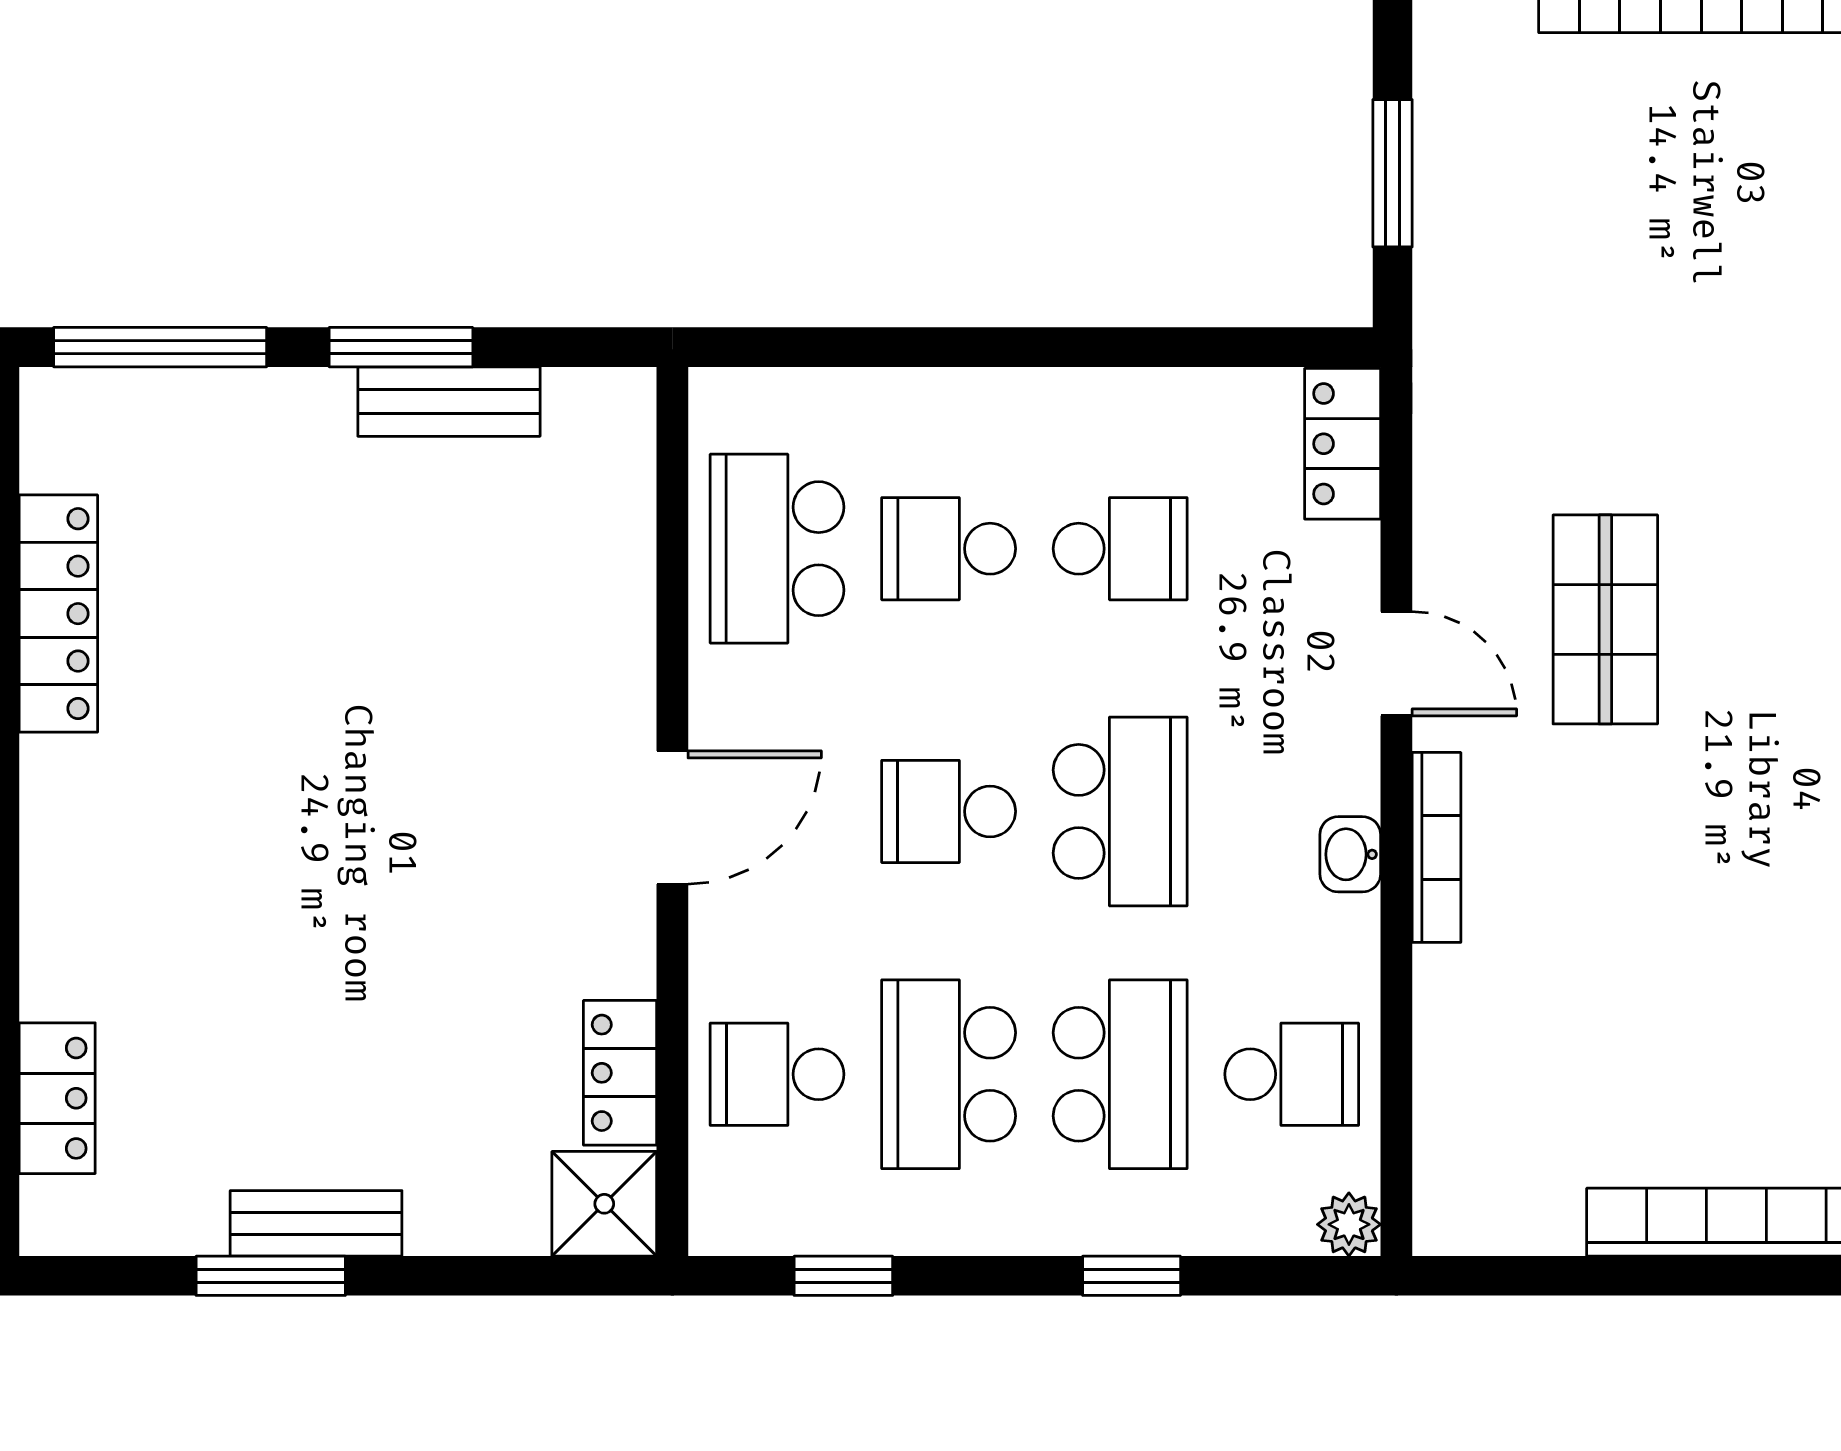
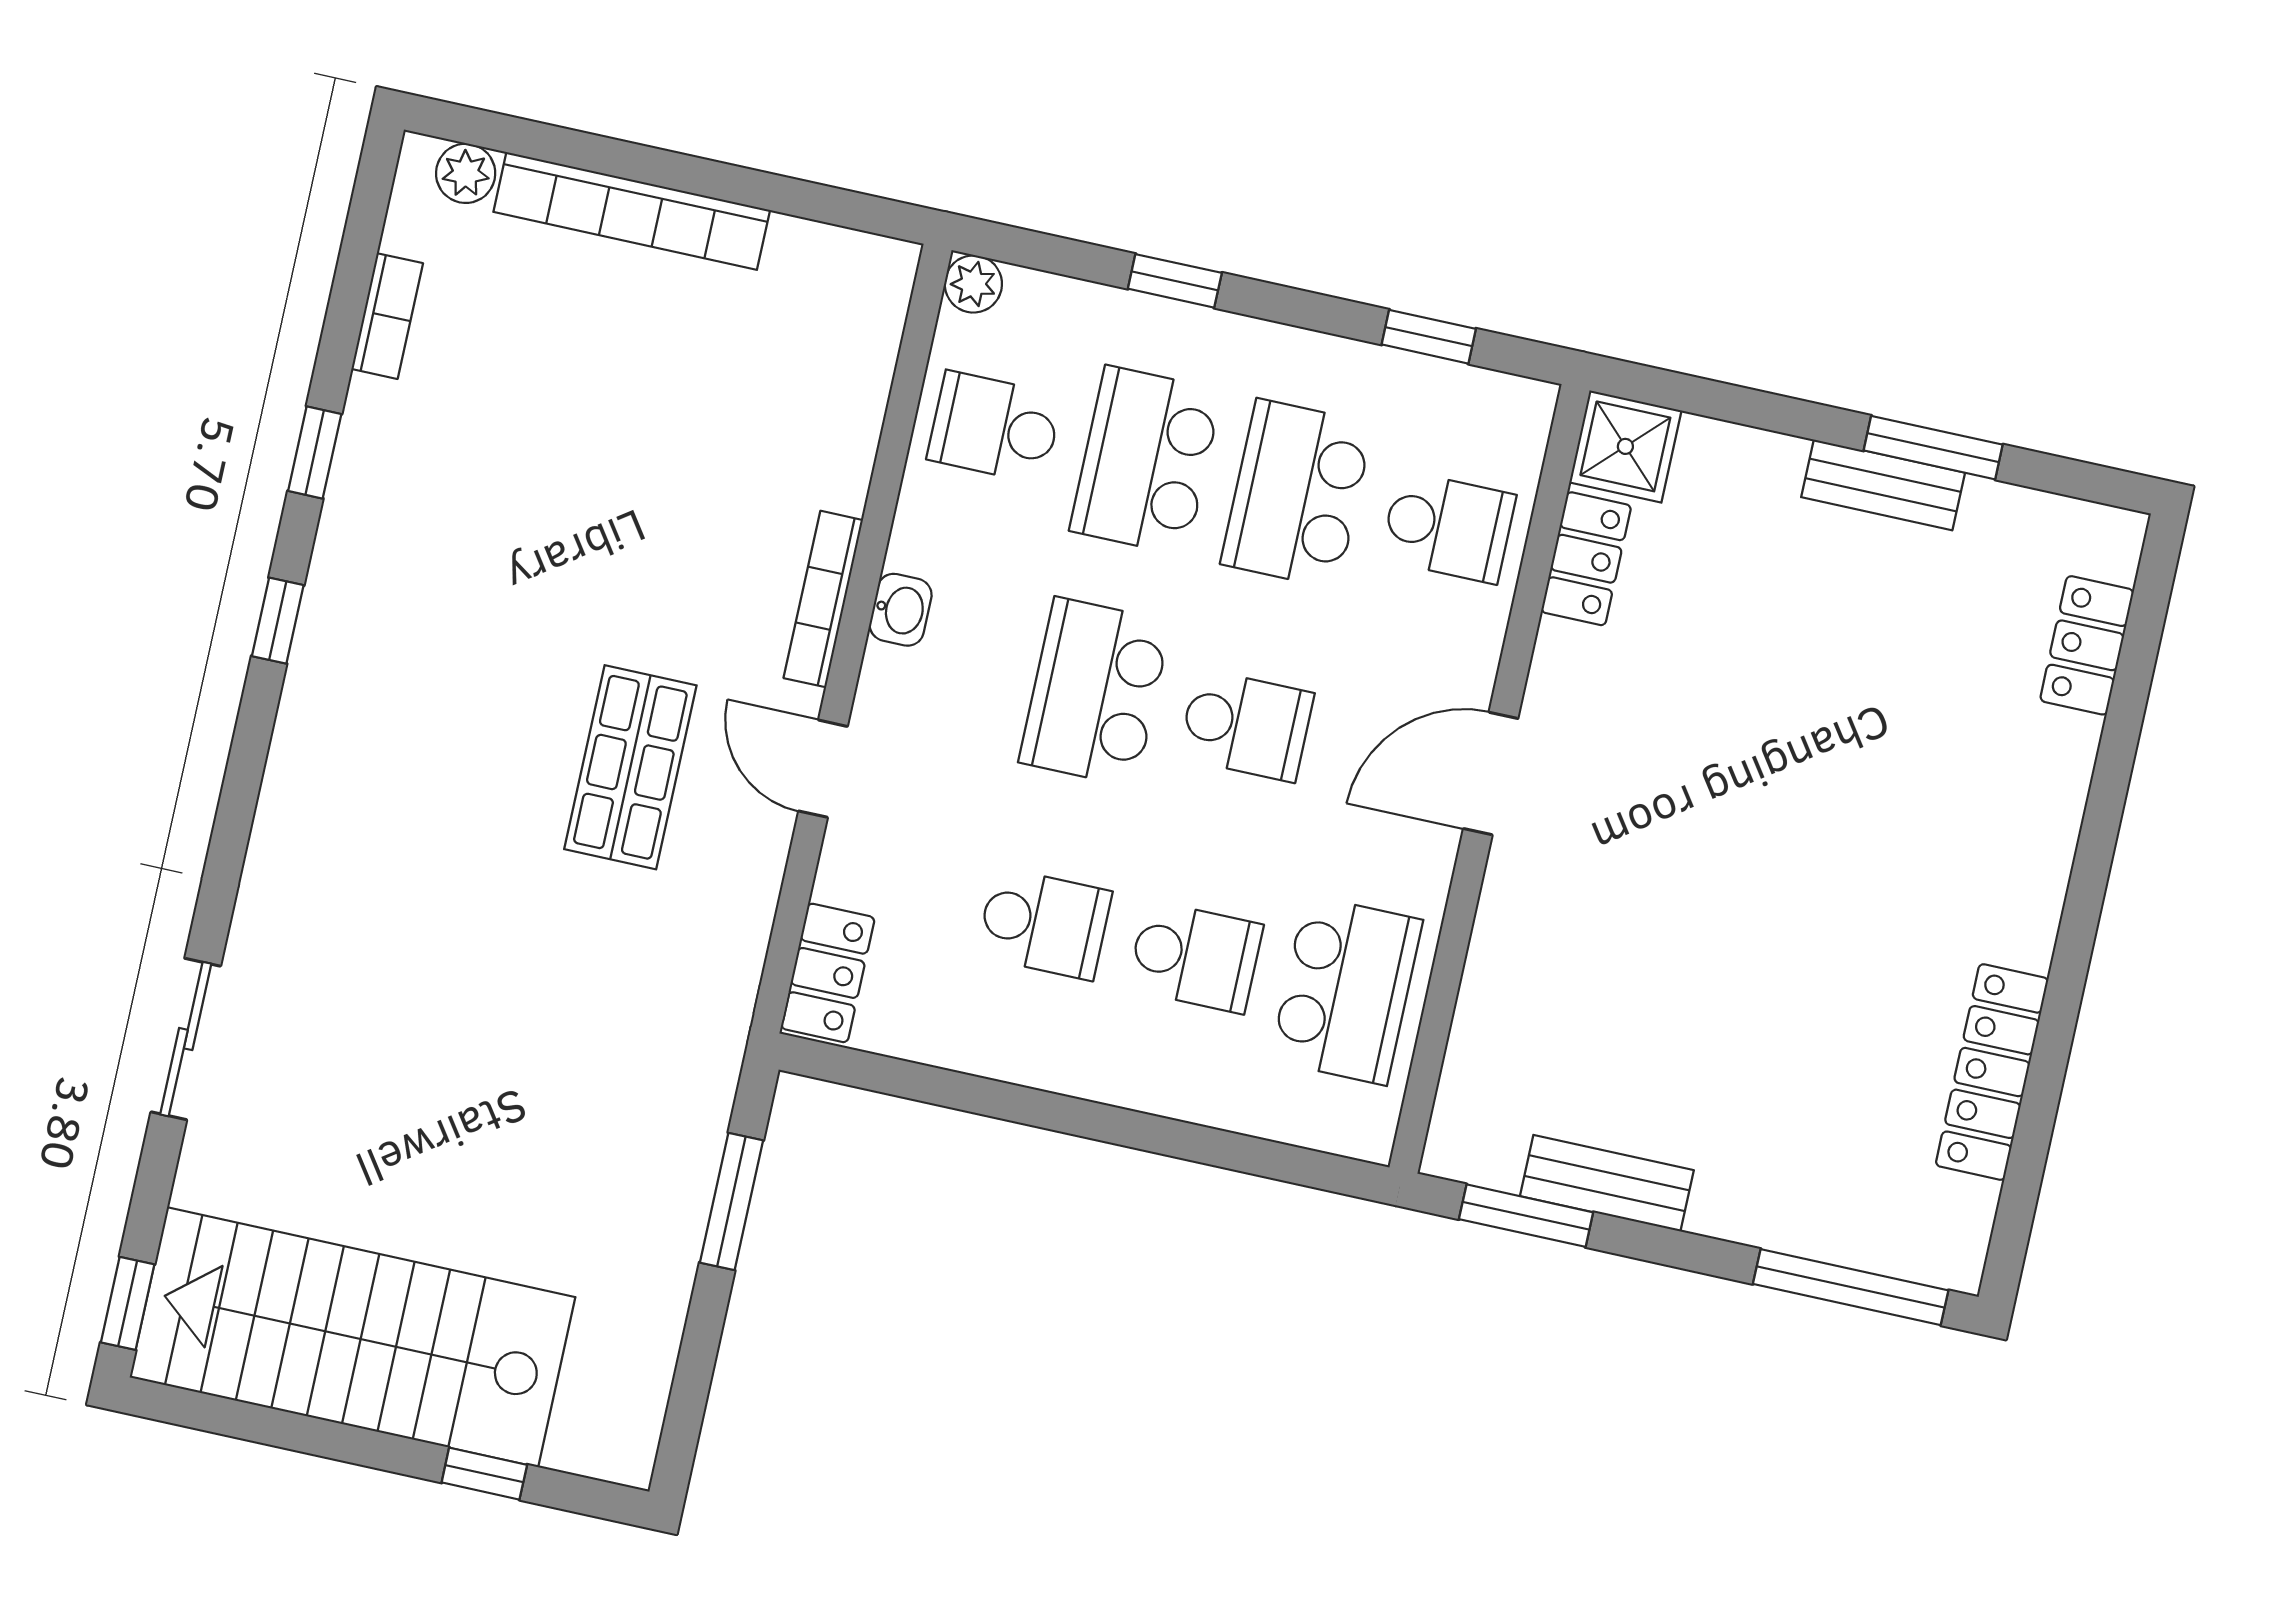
window: (401, 347) -> (1526, 1216), moved
school desk: (1120, 549) -> (1044, 924), turned 180
school desk: (949, 1074) -> (1297, 494), turned 180

